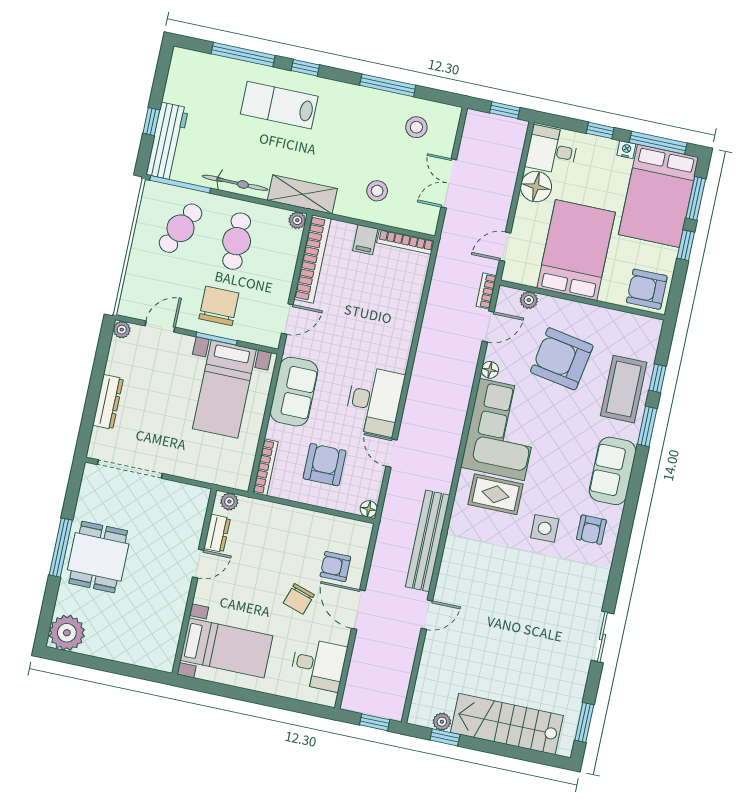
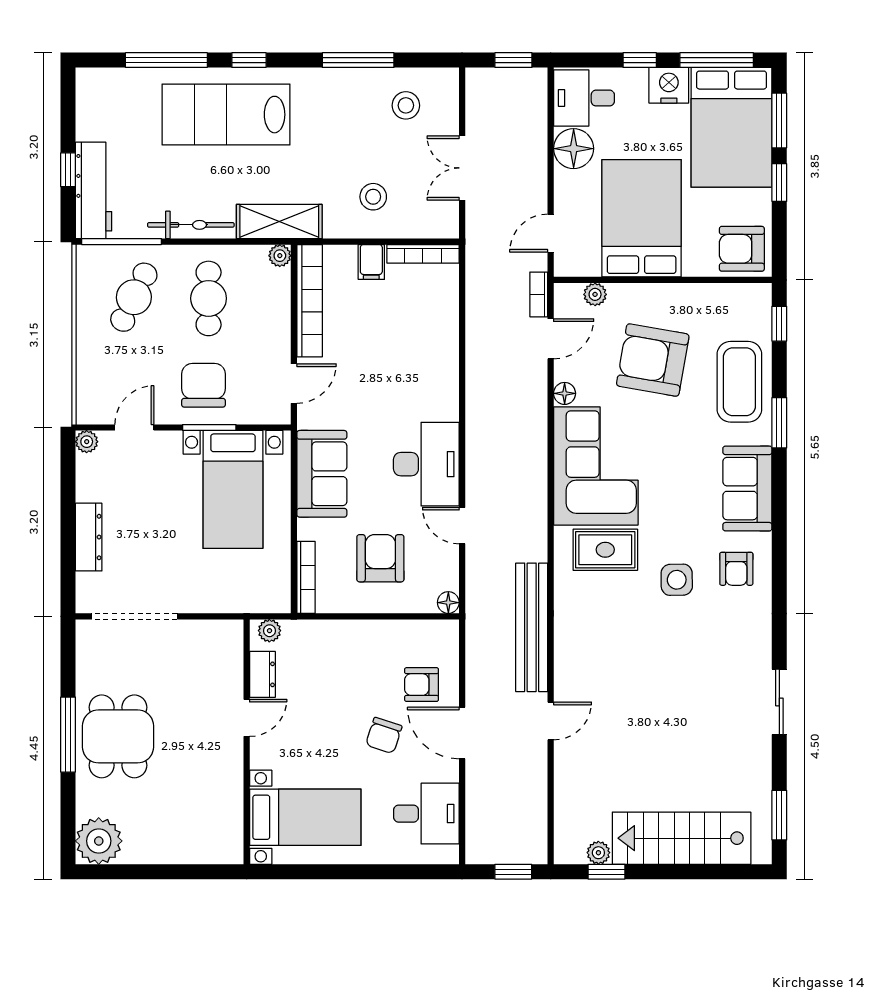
lab bench: (279, 105) -> (226, 115), width x1.36, depth x1.39
nightstand: (626, 150) -> (669, 85), width x1.89, depth x1.79
window: (657, 378) -> (779, 324), moved

